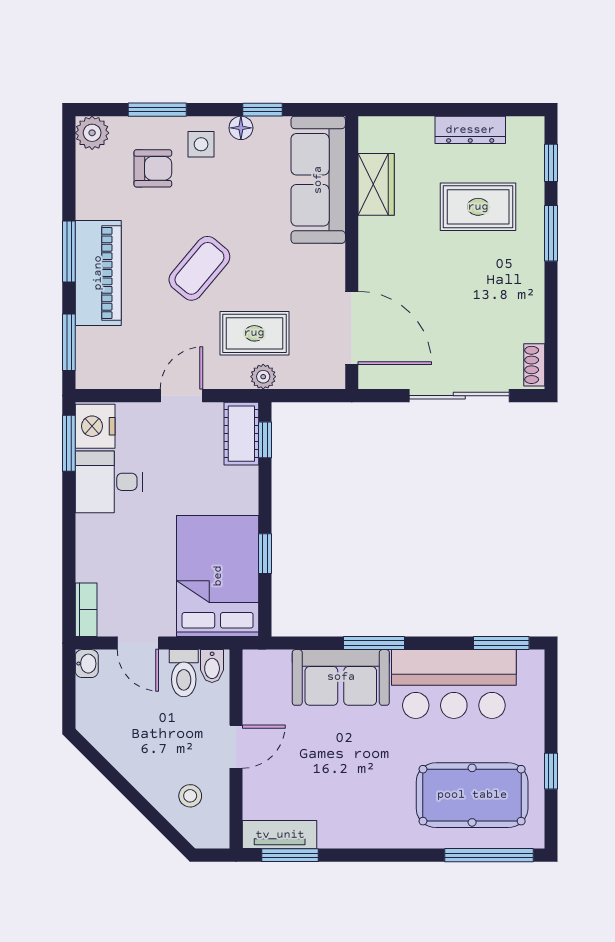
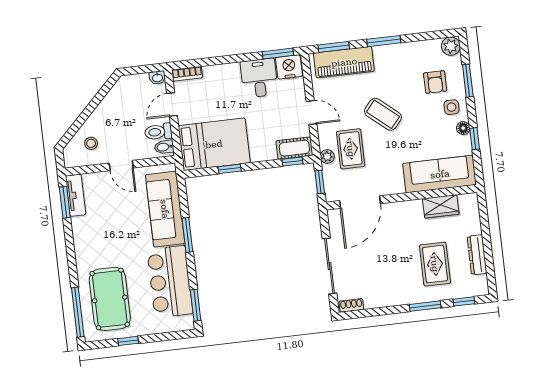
piano: (98, 273) -> (344, 62), moved
window: (307, 396) -> (320, 182), added
sofa: (341, 677) -> (165, 209), width x1.36

